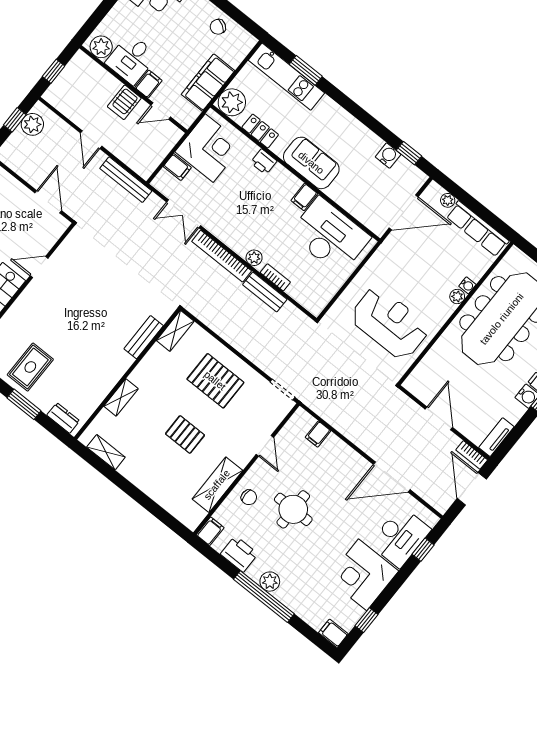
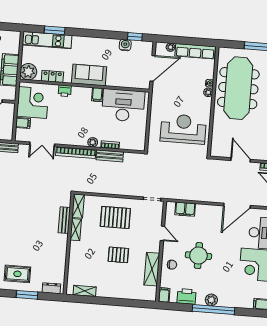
rug: (30, 367) -> (17, 274), turned 90
shelving: (121, 397) -> (76, 230), moved
filing cabinet: (318, 434) -> (185, 209), width x2.00

